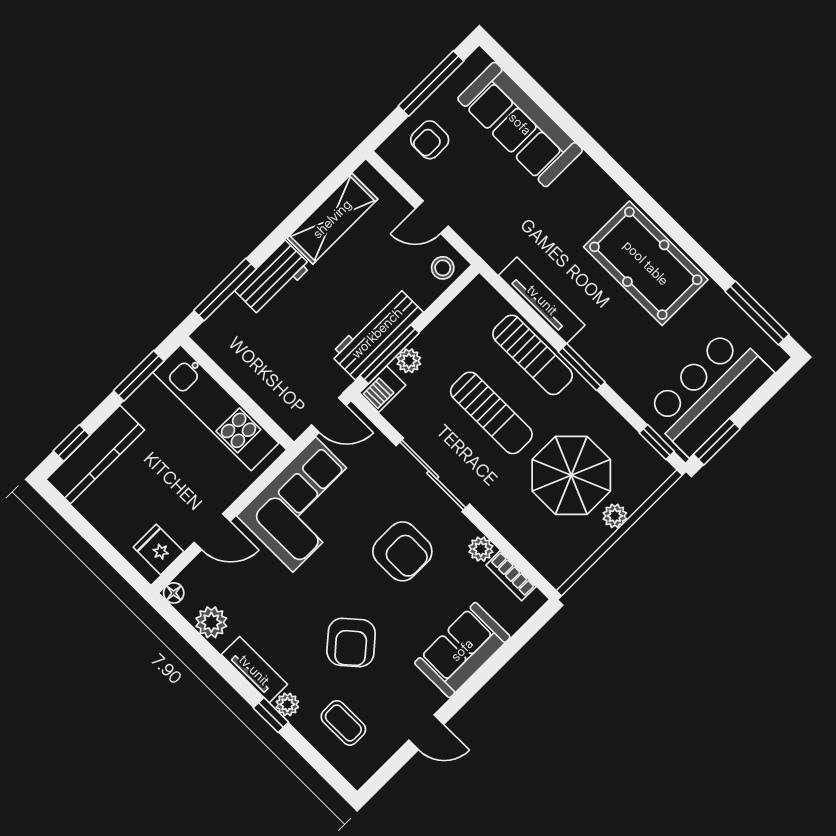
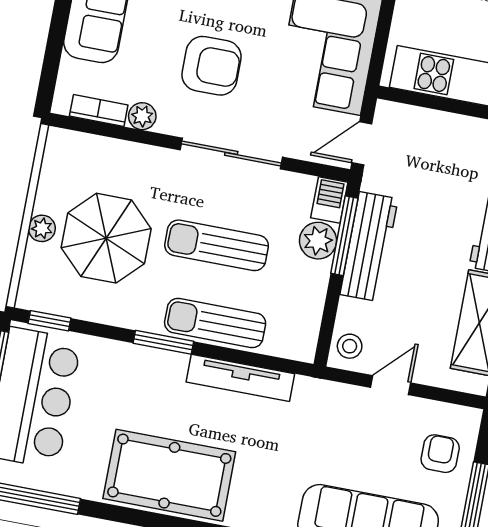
plant: (409, 361) -> (318, 241), width x1.38, depth x1.38
armchair: (402, 551) -> (212, 66), turned 180

